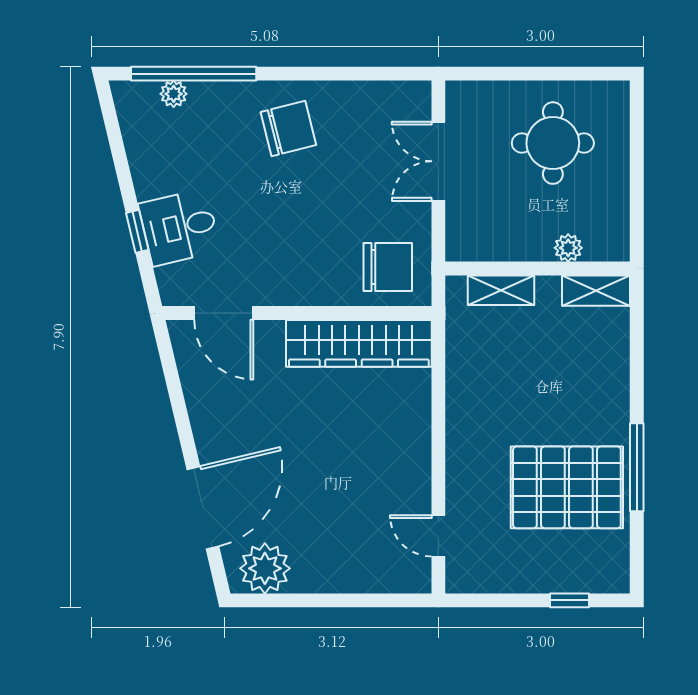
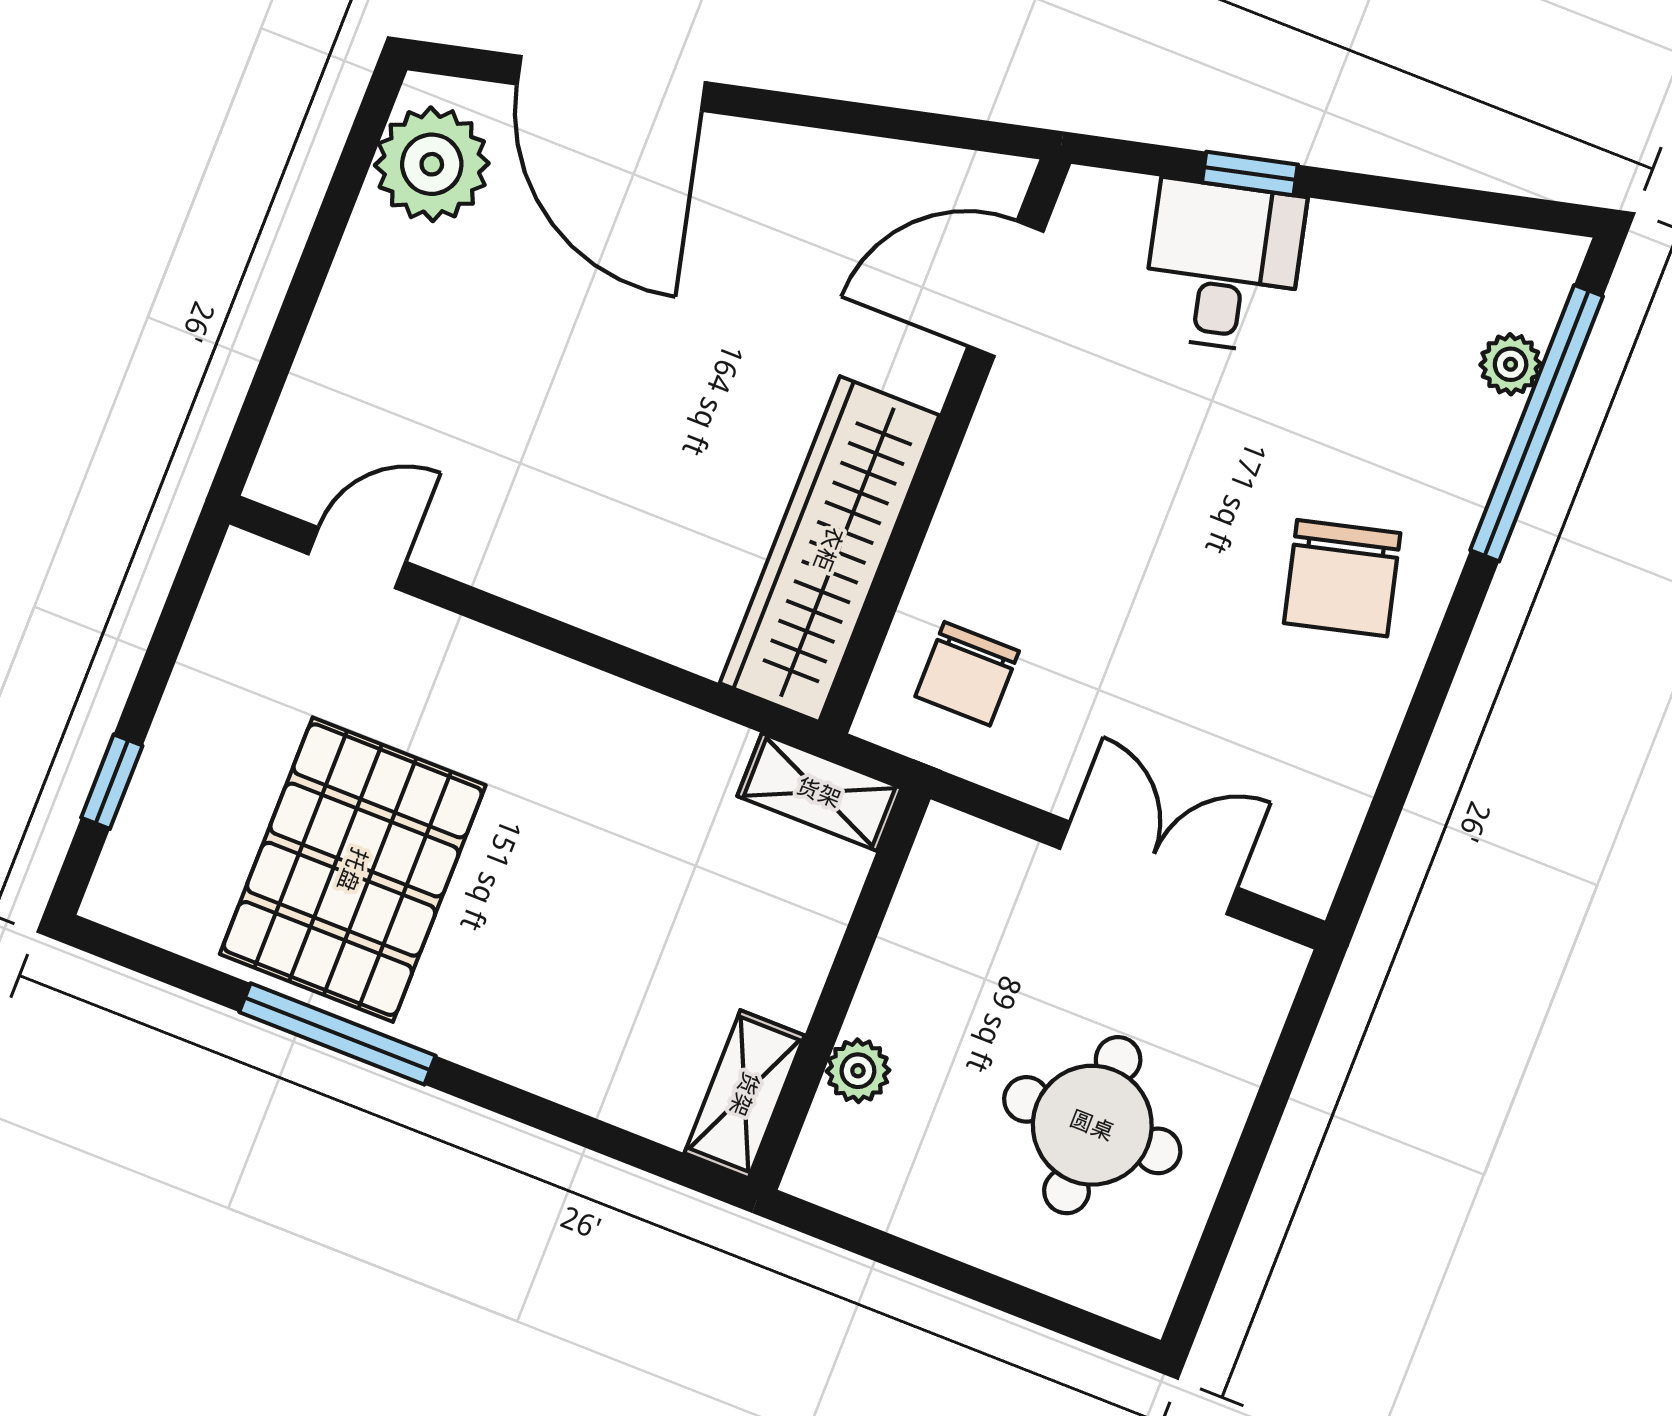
chair: (388, 267) -> (967, 674), width x0.73, depth x0.73
shelving: (501, 290) -> (819, 792), moved, turned 90

